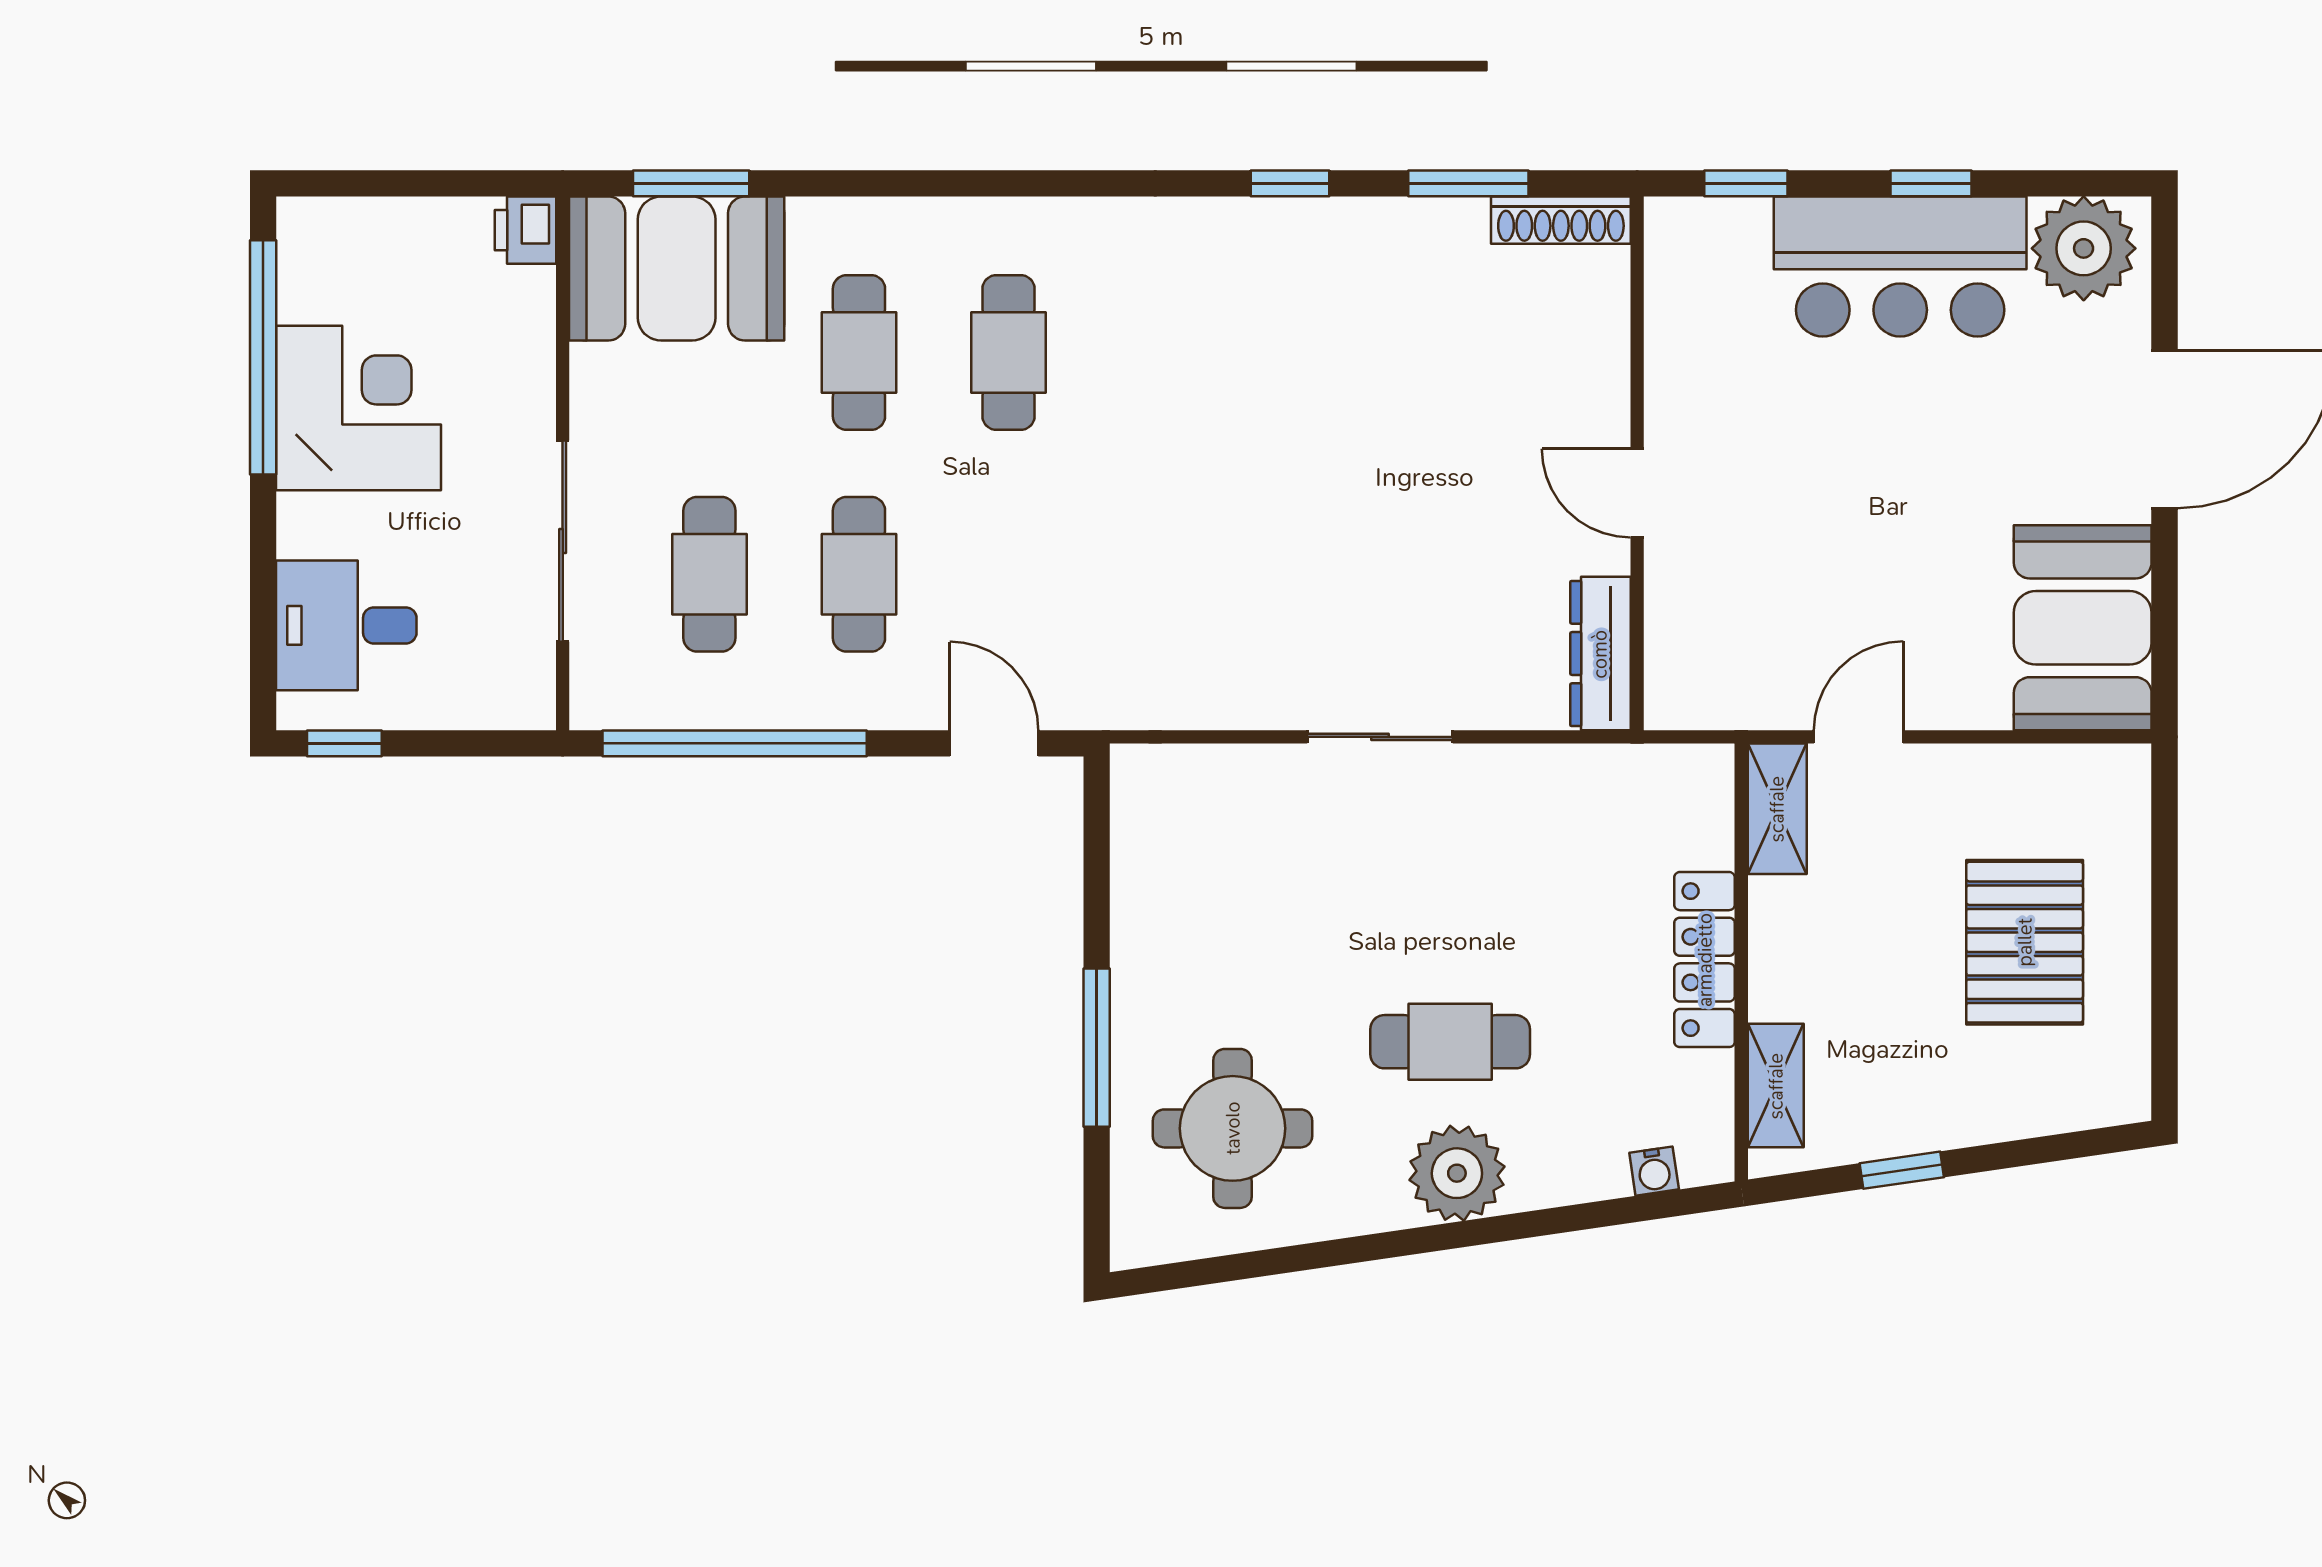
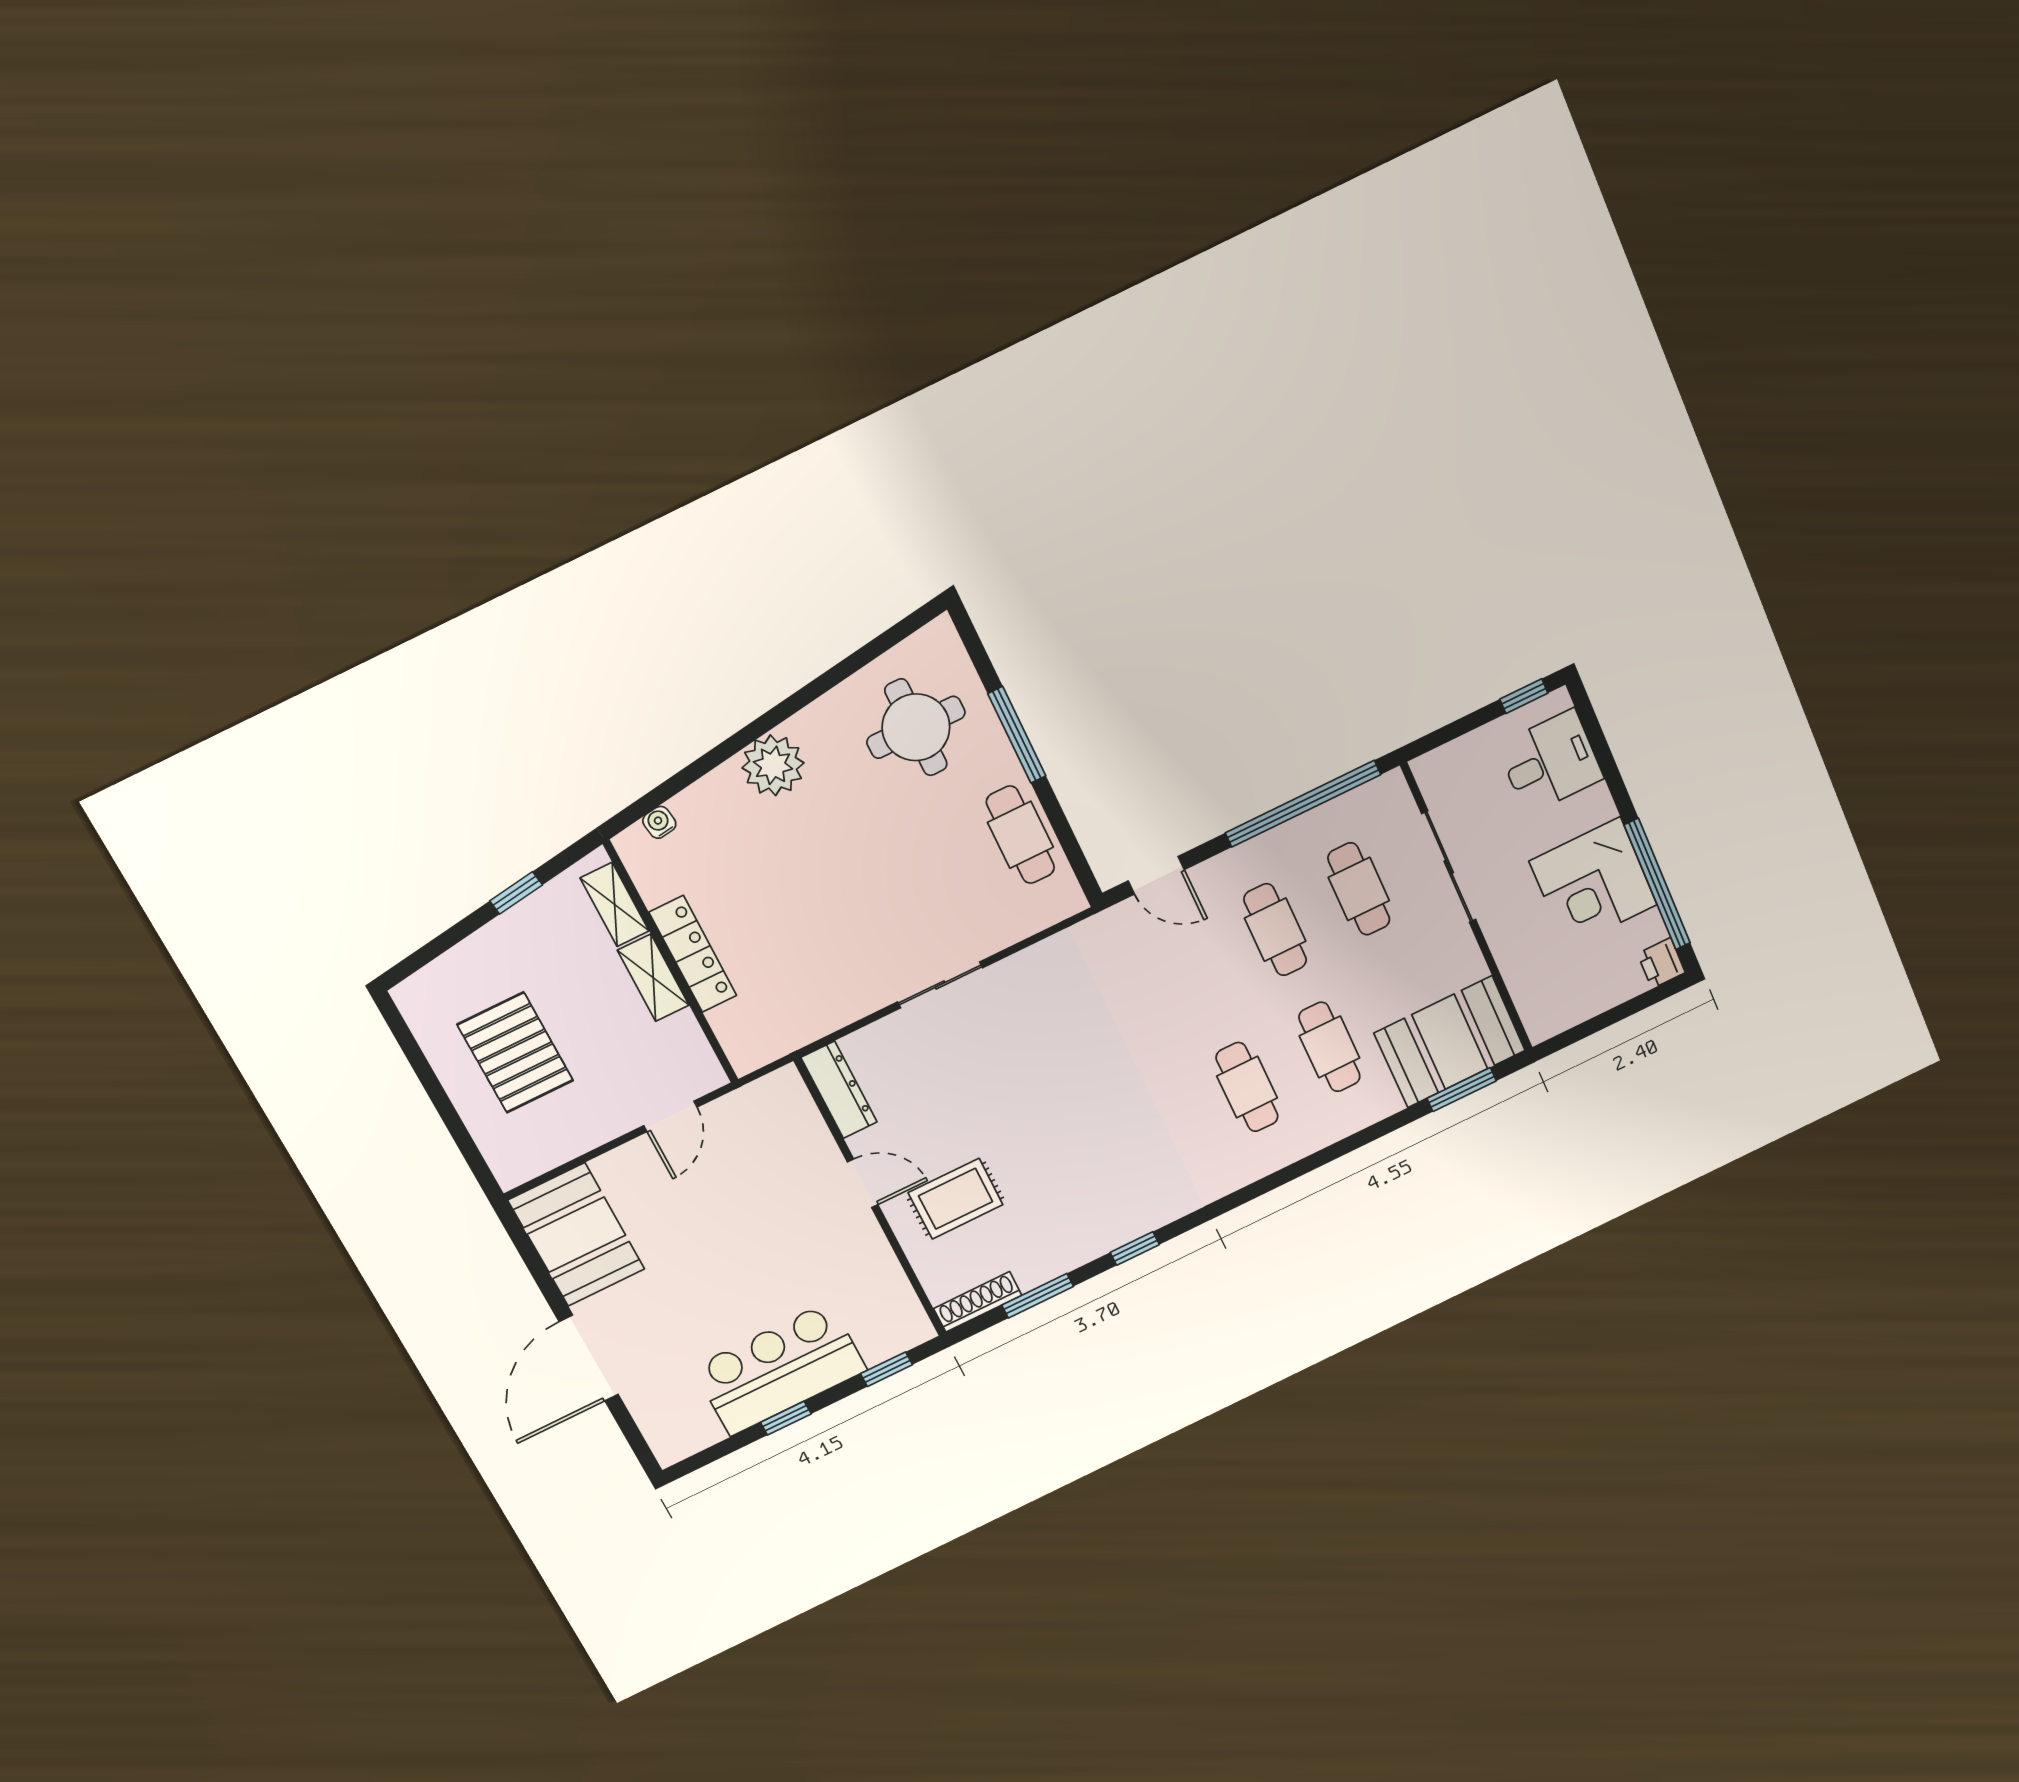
printer: (526, 230) -> (1661, 963), moved, turned 180
plant: (2084, 248) -> (685, 1427), removed
rug: (1515, 400) -> (956, 1199), added
shelving: (1777, 809) -> (653, 978), moved
cafe table: (1450, 1042) -> (1020, 835), moved, turned 90

